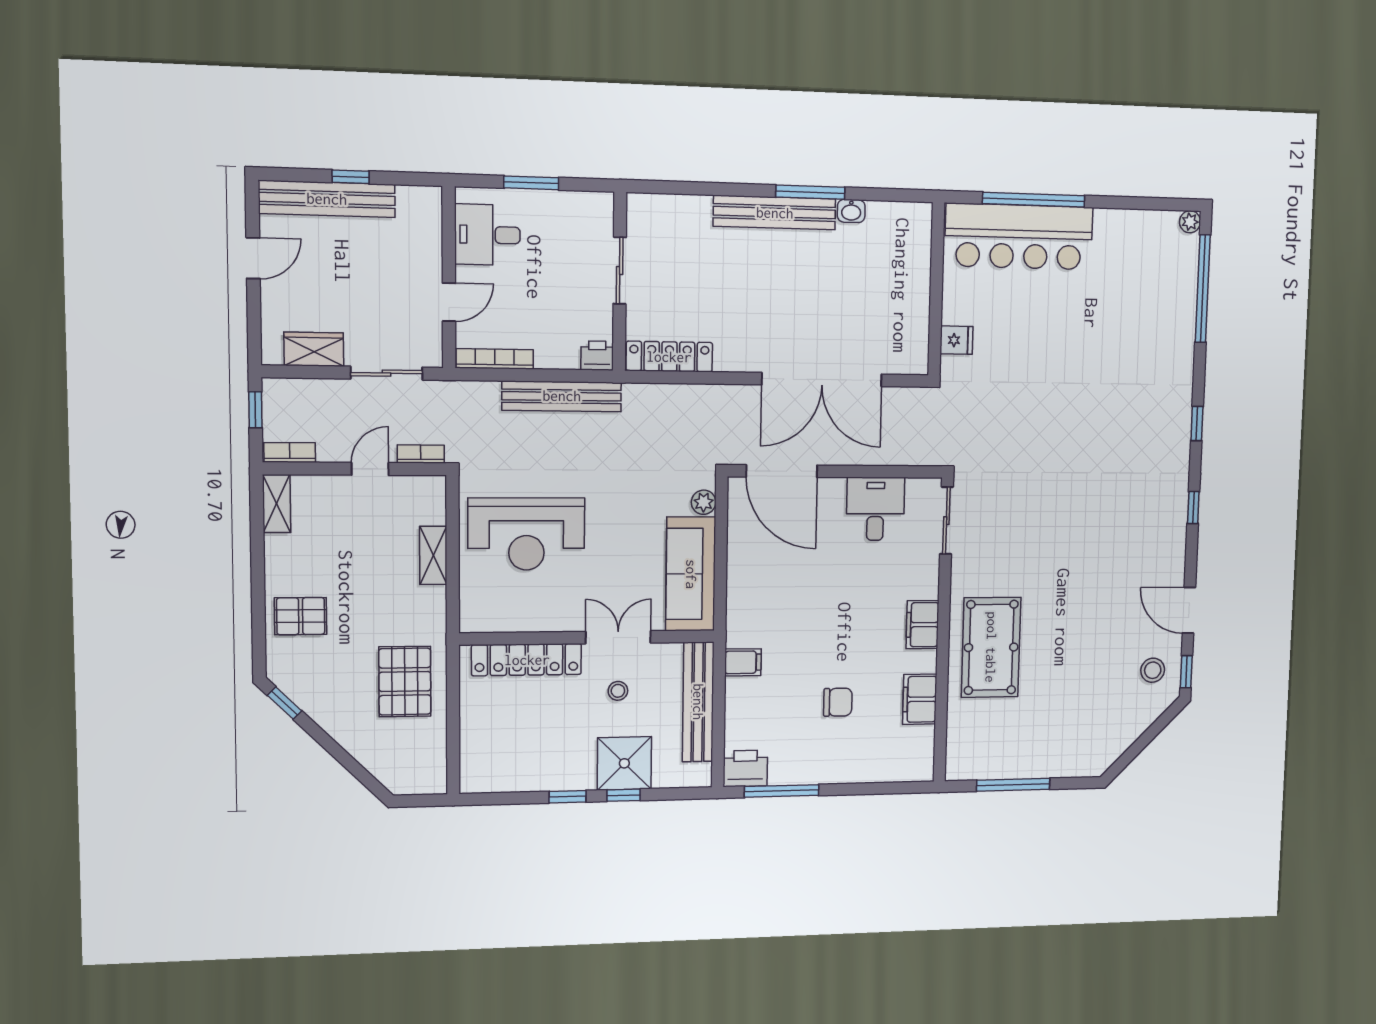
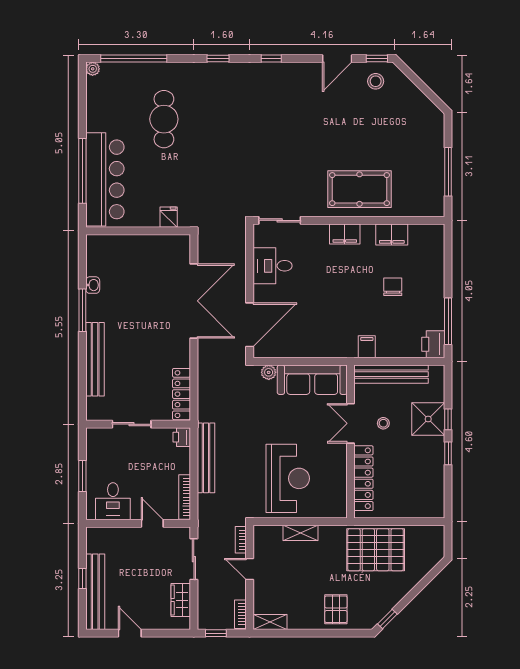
bench: (775, 213) -> (95, 359), moved
cafe table: (1109, 335) -> (164, 119), added
pallet: (405, 682) -> (376, 550), width x1.37, depth x1.41

